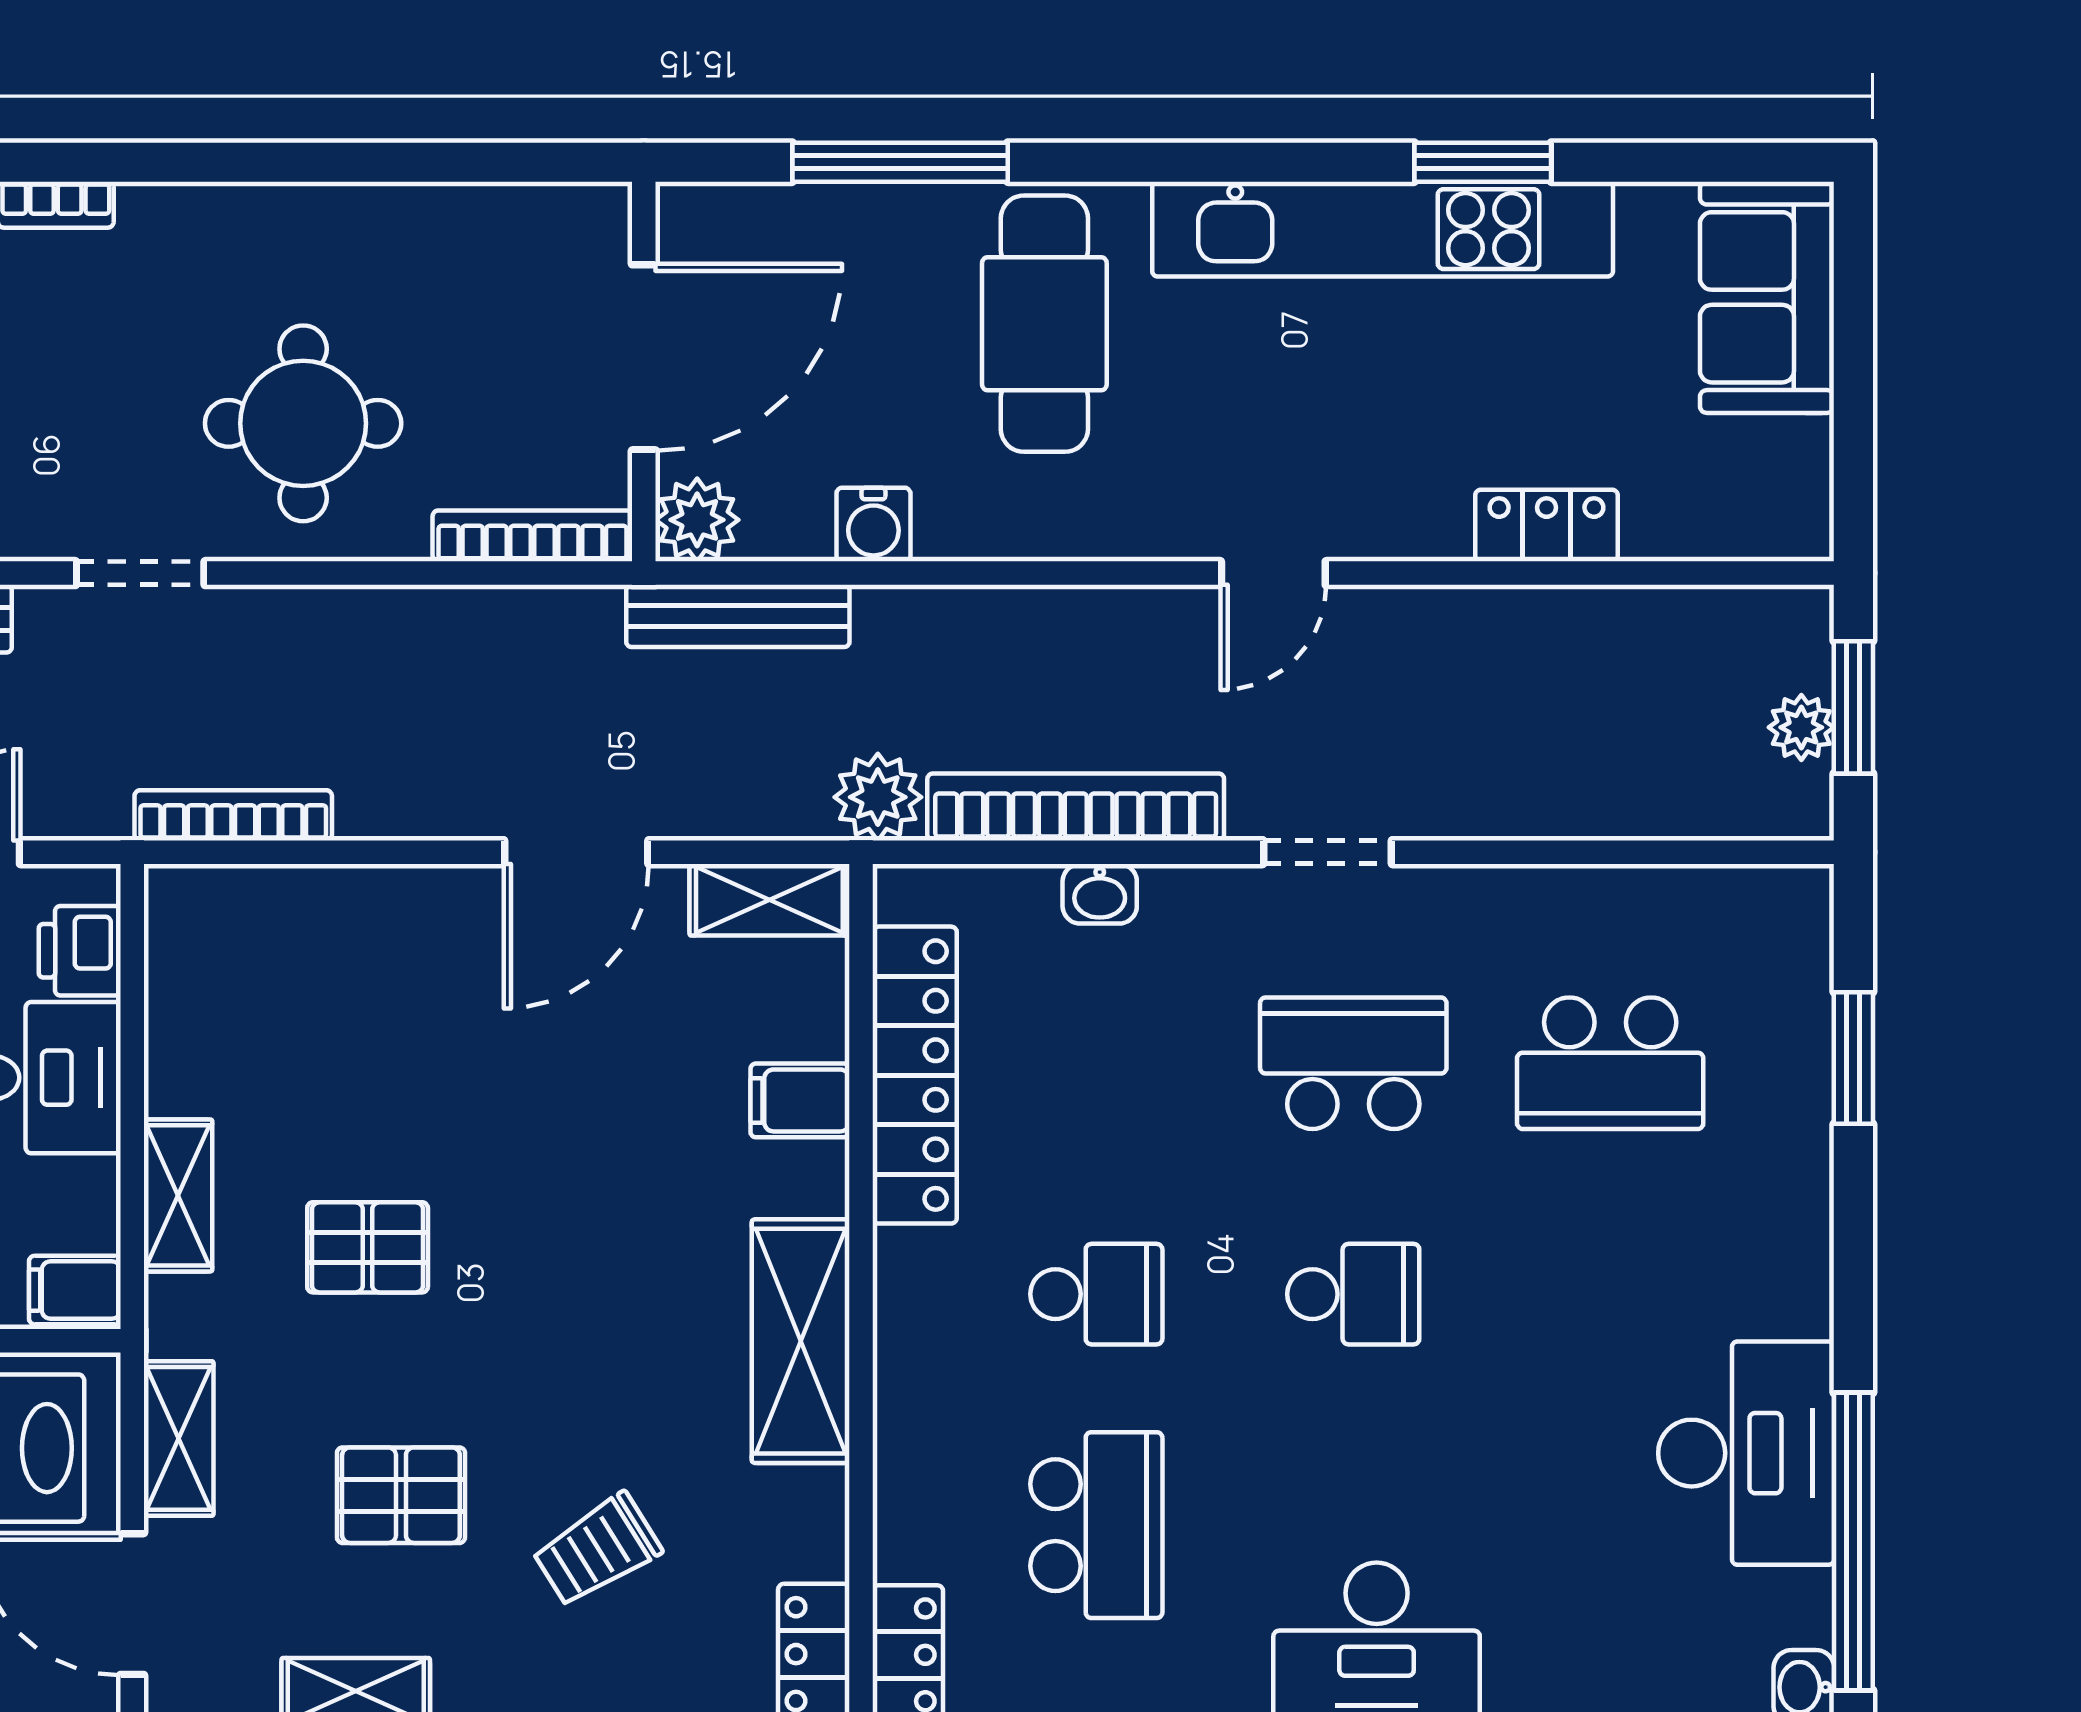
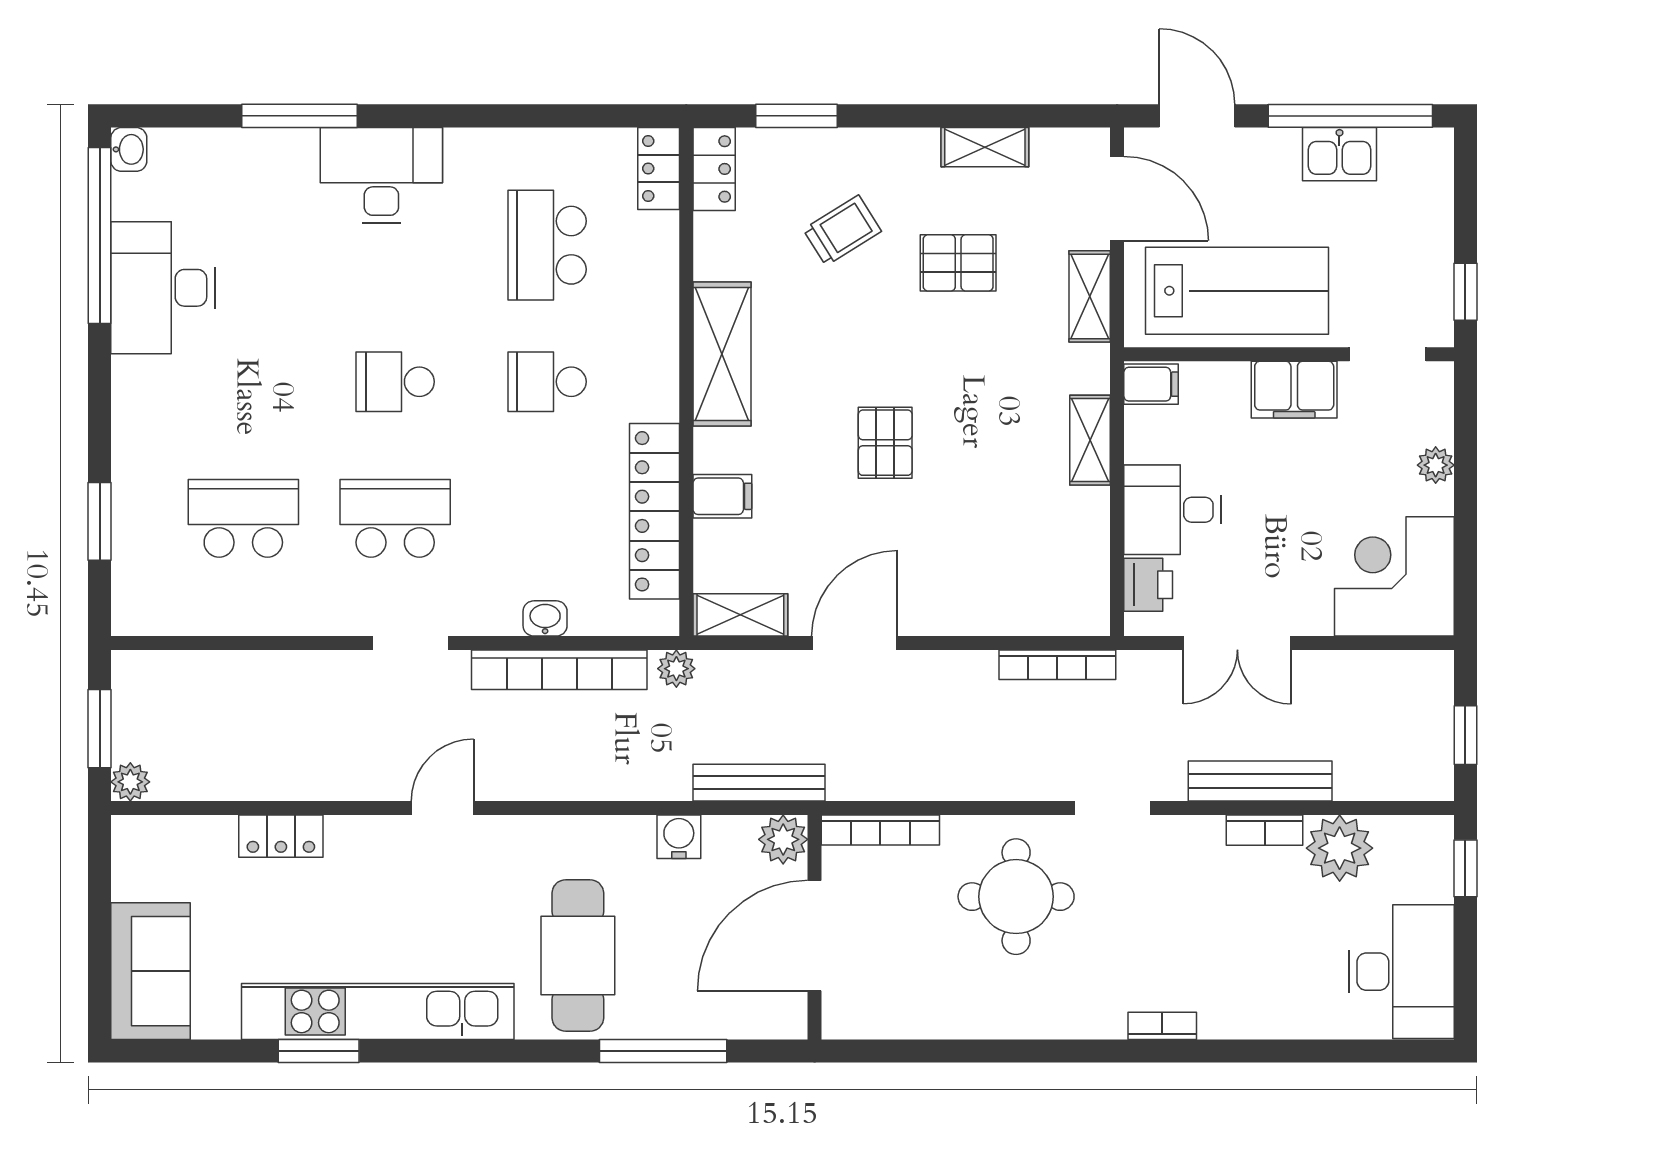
plant: (1801, 727) -> (130, 782), moved
plant: (878, 797) -> (676, 669), width x0.73, depth x0.73
school desk: (1353, 1063) -> (395, 518), turned 180
pallet: (368, 1247) -> (885, 443), moved, turned 90

